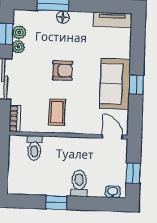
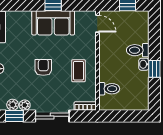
coffee table: (57, 112) -> (78, 71), turned 90
door: (112, 137) -> (97, 24), swing flipped
washbasin: (113, 192) -> (144, 64), moved

